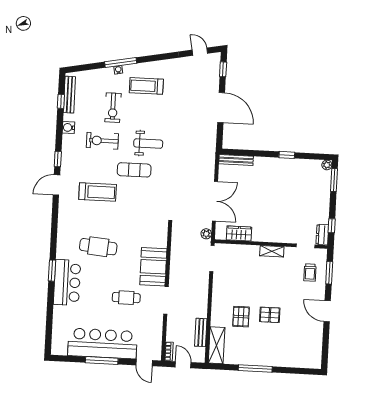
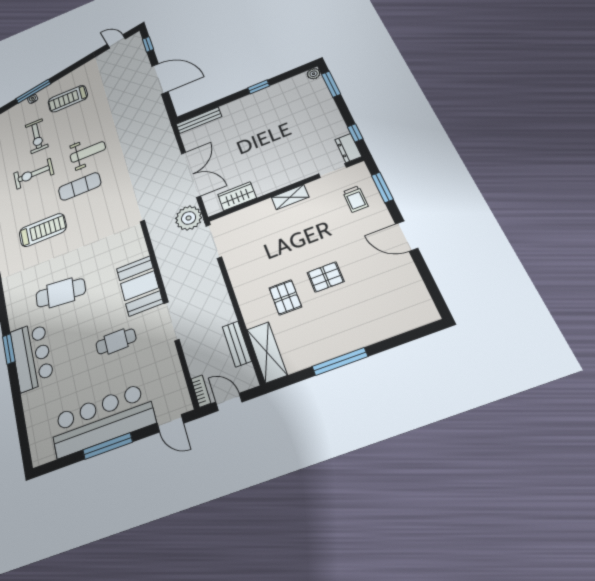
plant: (206, 234) -> (189, 218), width x1.87, depth x1.87

